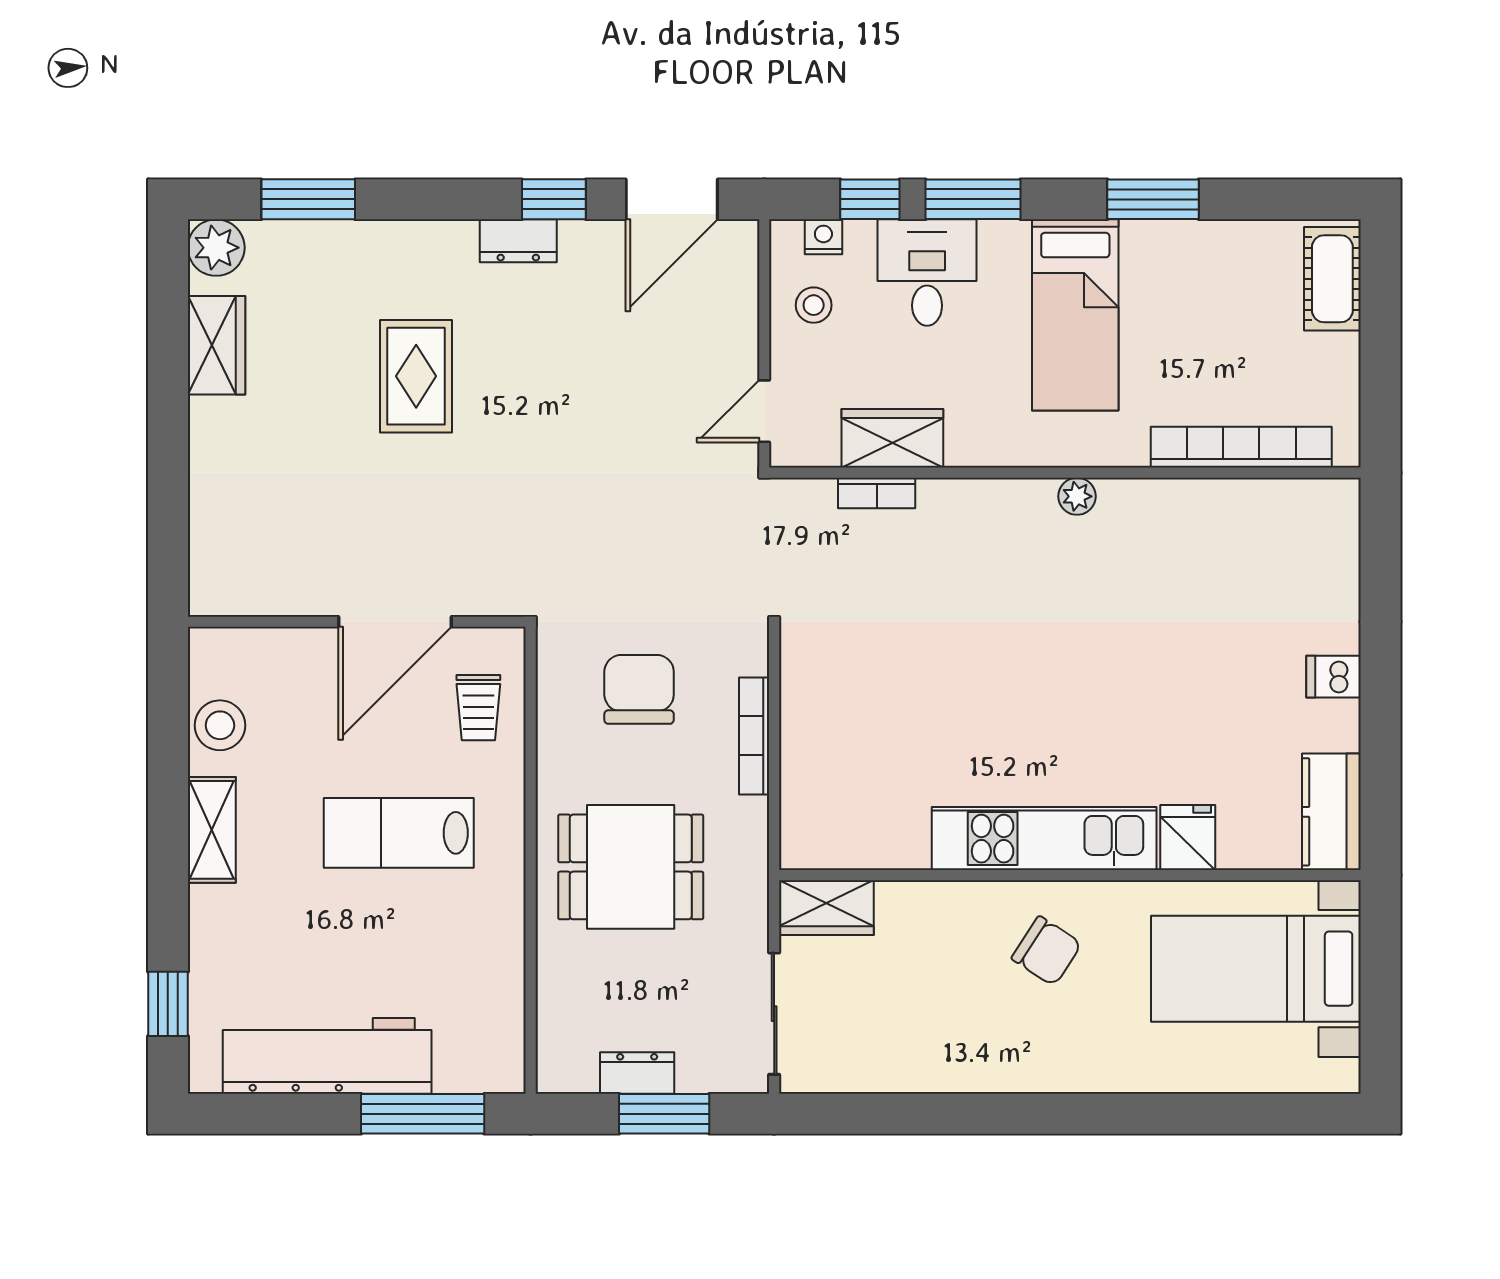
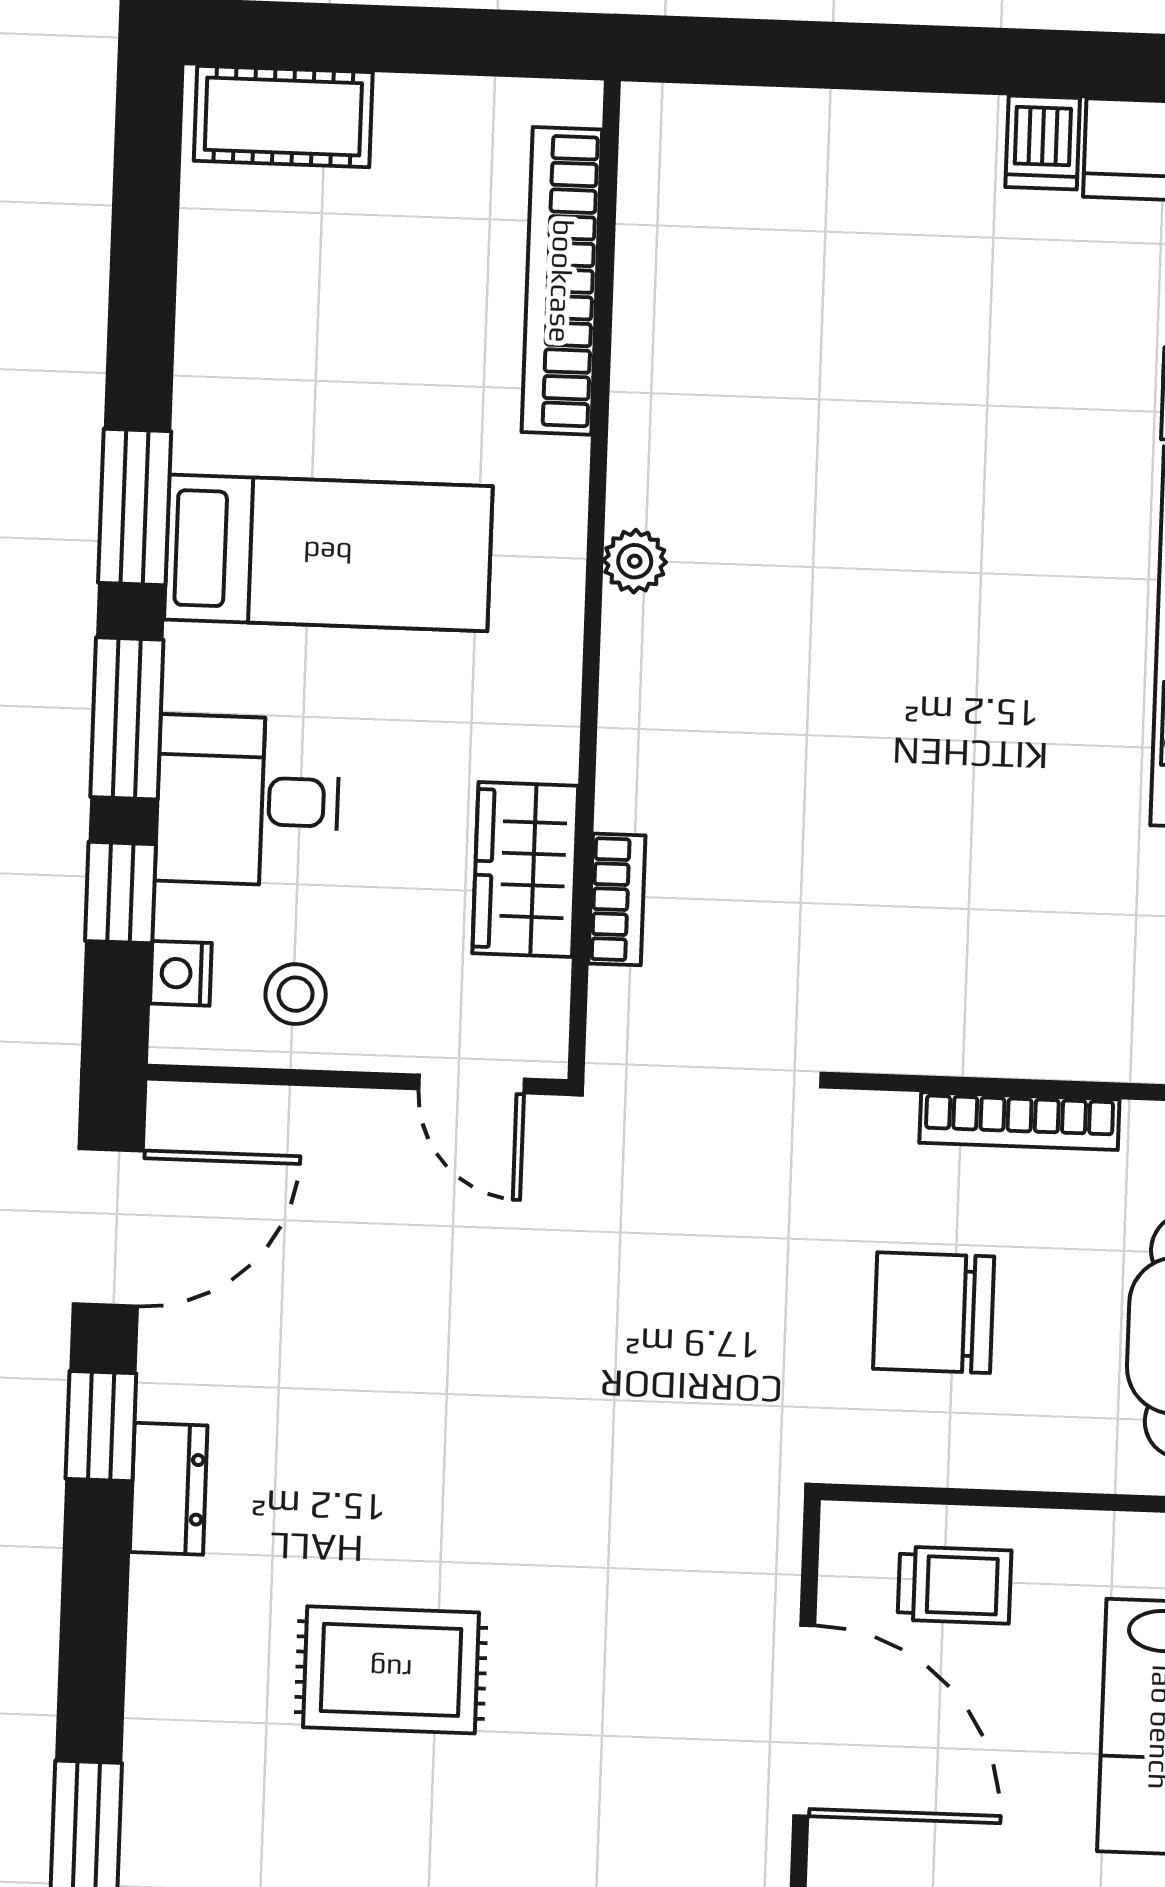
door: (672, 199) -> (108, 1227), hinge flipped
window: (1153, 199) -> (135, 507), moved
dishwasher: (1333, 677) -> (1043, 143), moved

